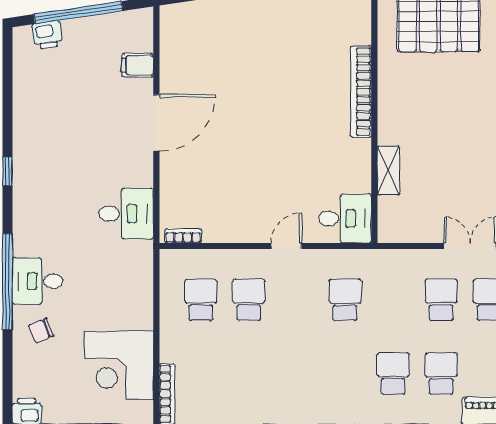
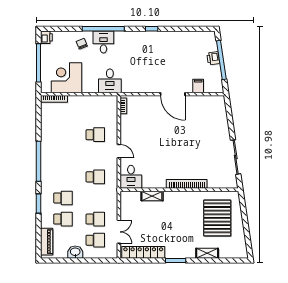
printer: (47, 35) -> (213, 58), moved
desk: (126, 214) -> (110, 81), moved
school desk: (201, 300) -> (95, 114), removed

